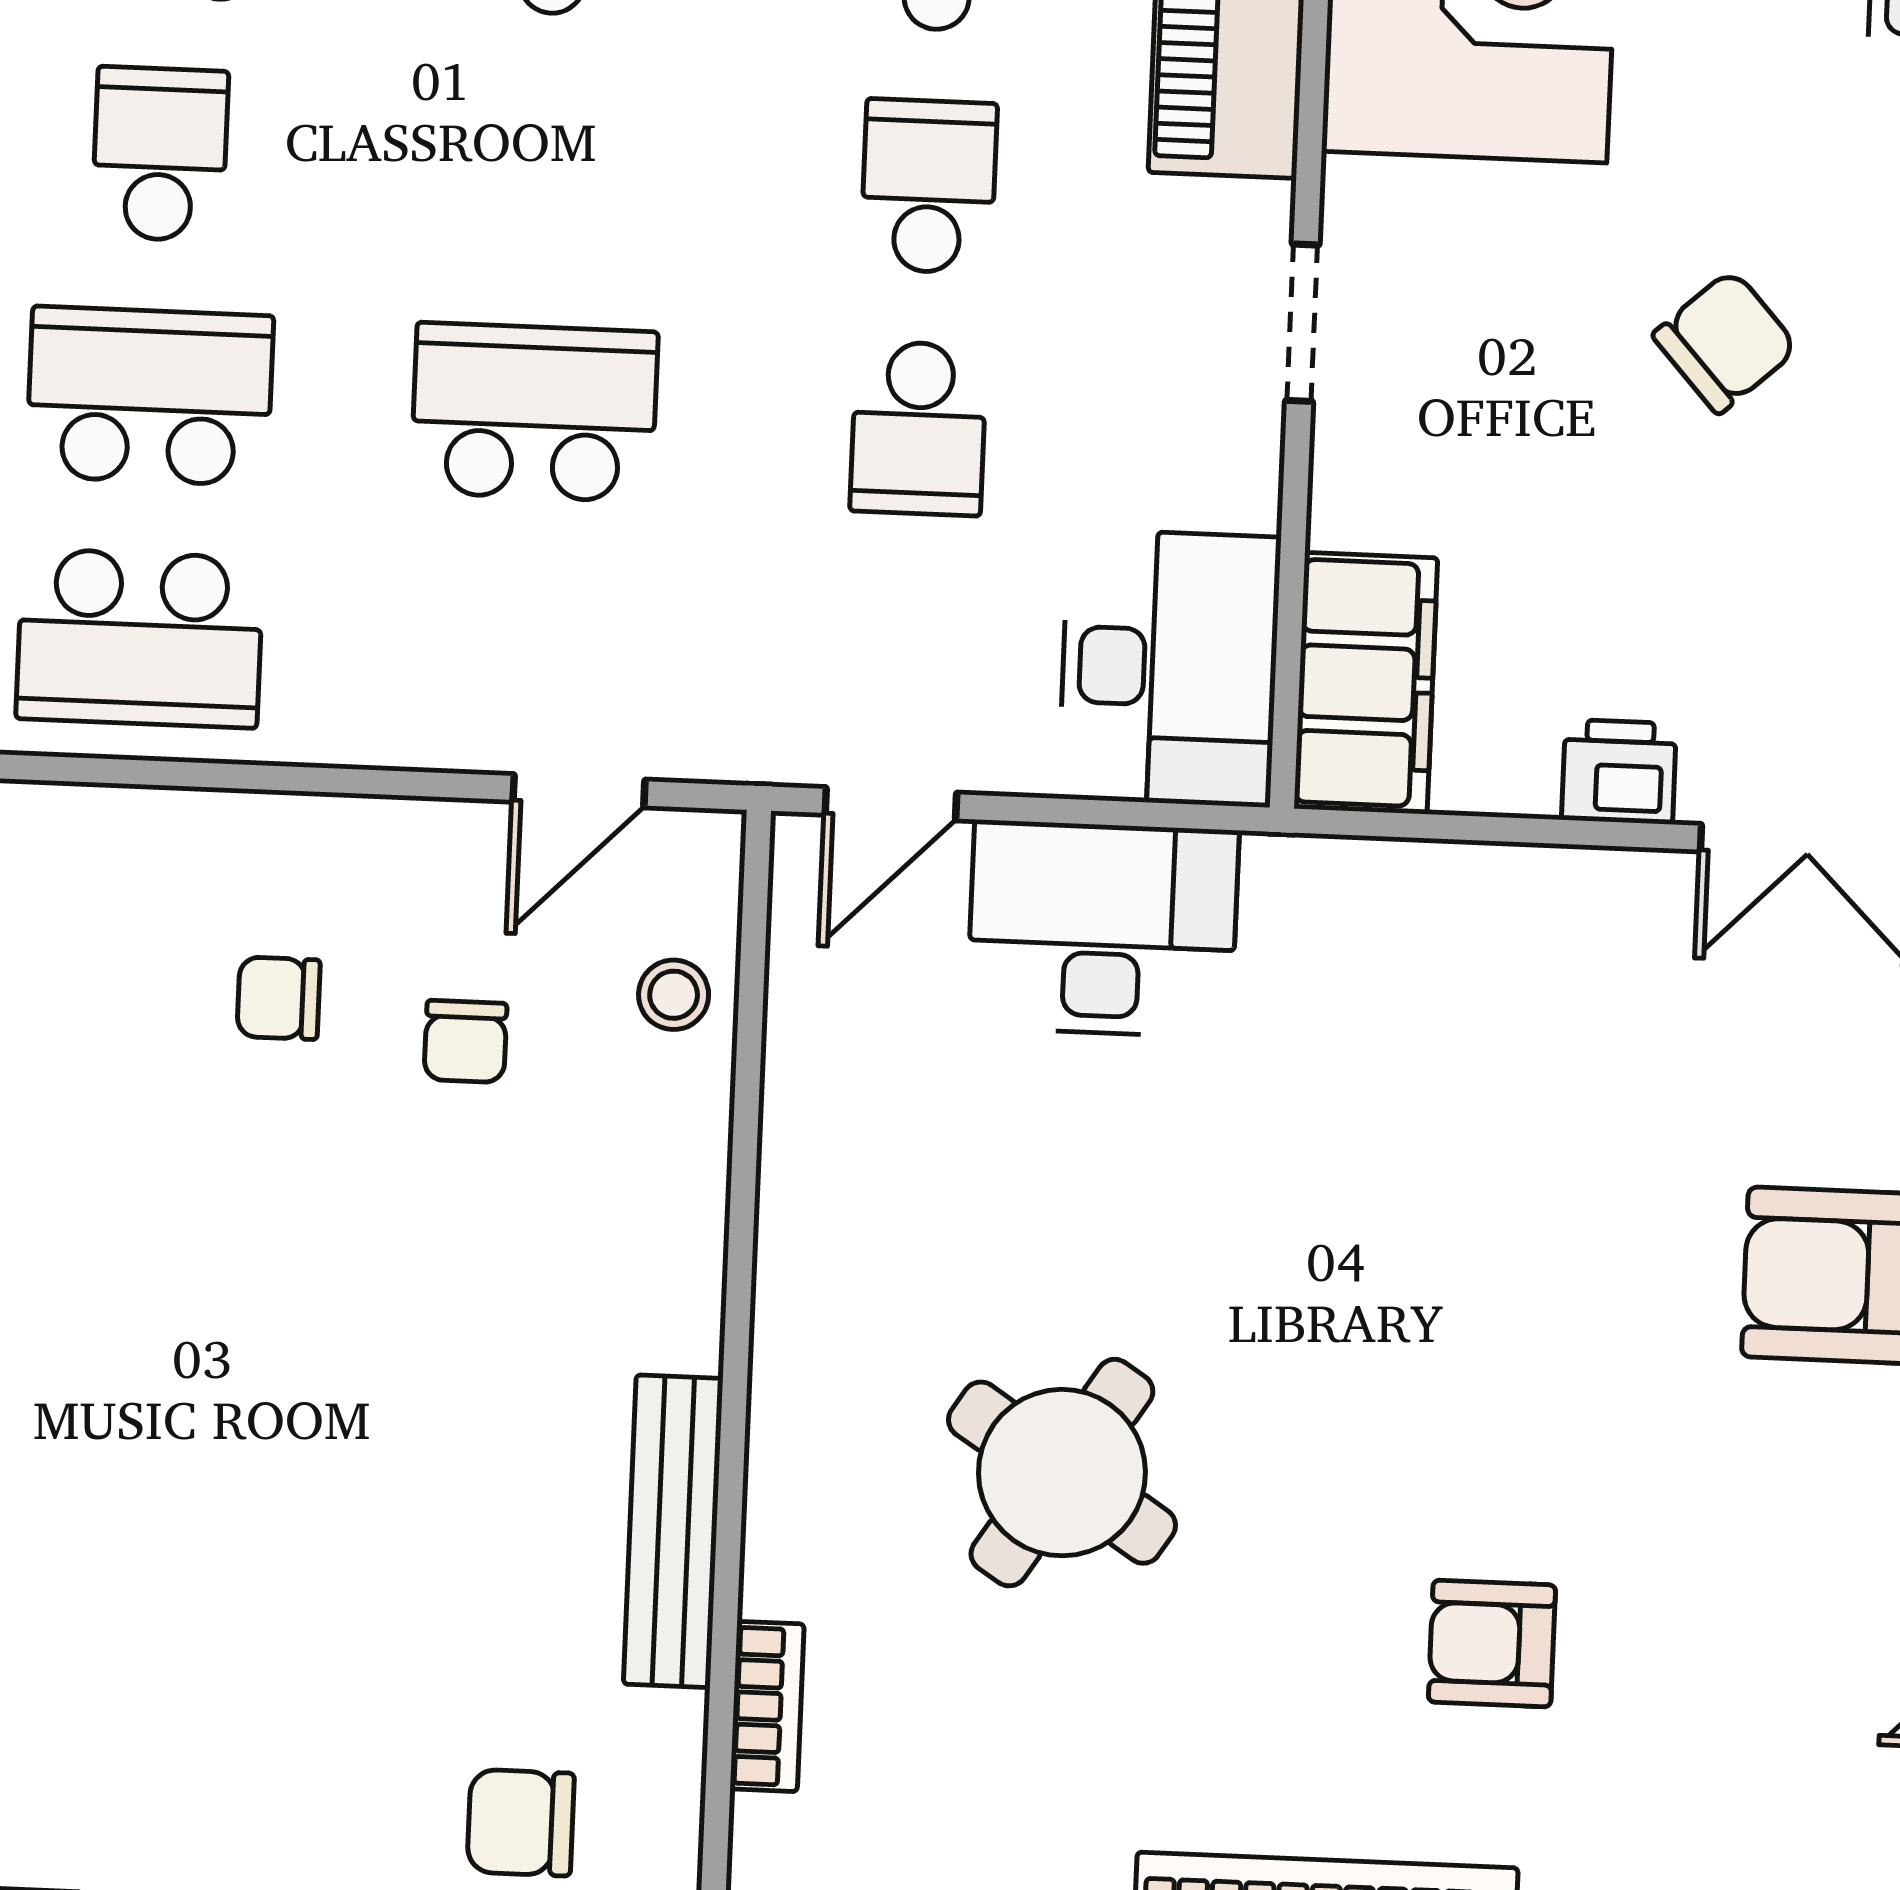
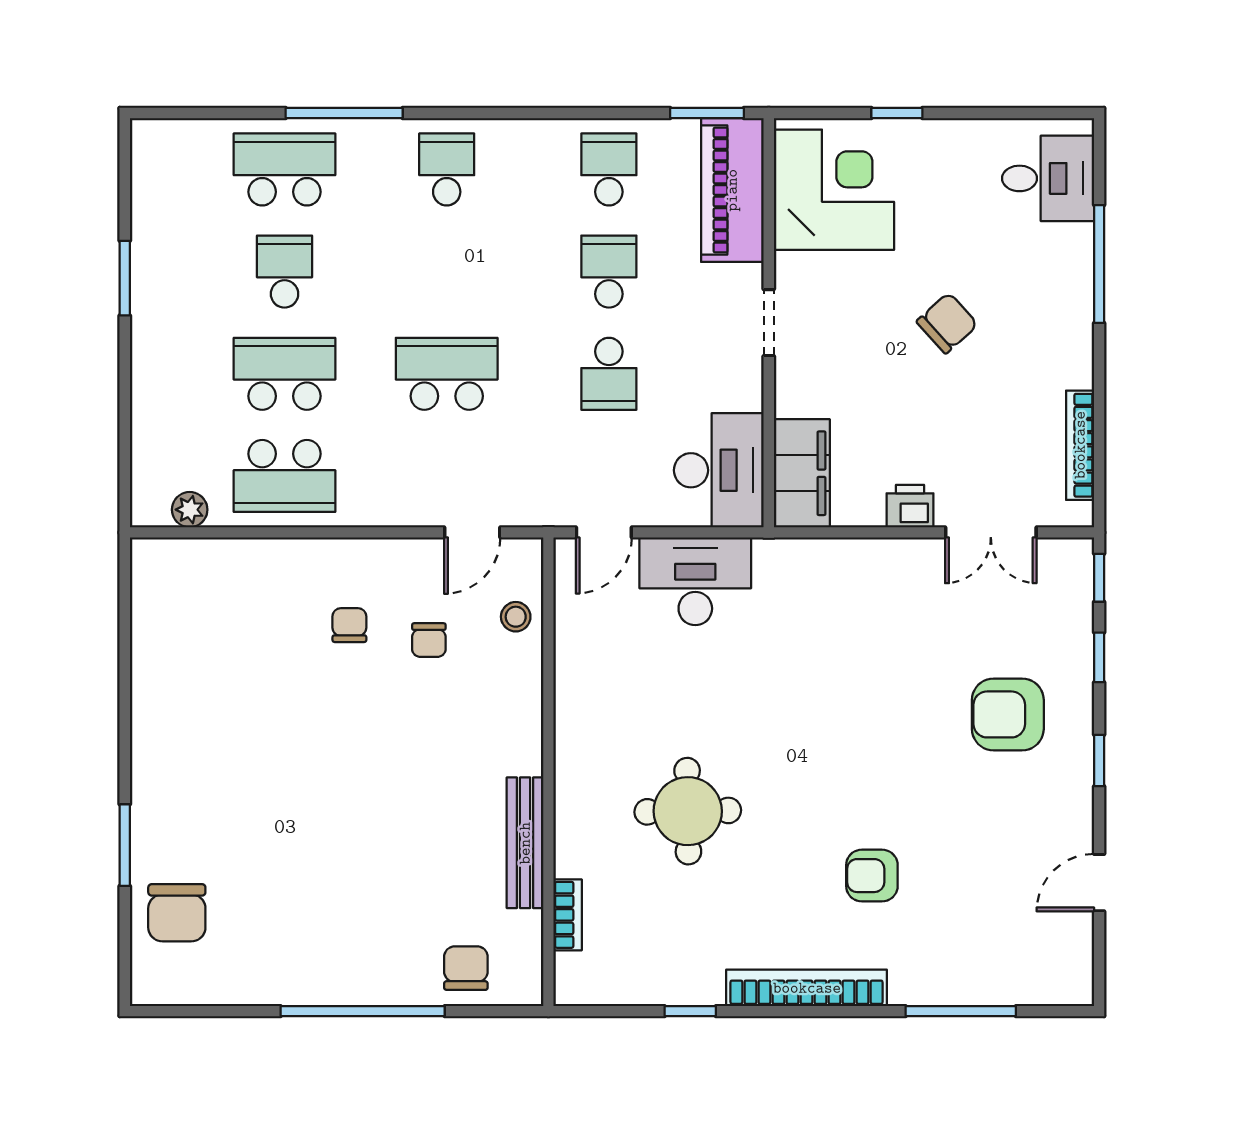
chair: (279, 998) -> (349, 625), turned 90
round table: (1062, 1473) -> (688, 811), turned -34
chair: (521, 1823) -> (466, 968), turned 90

